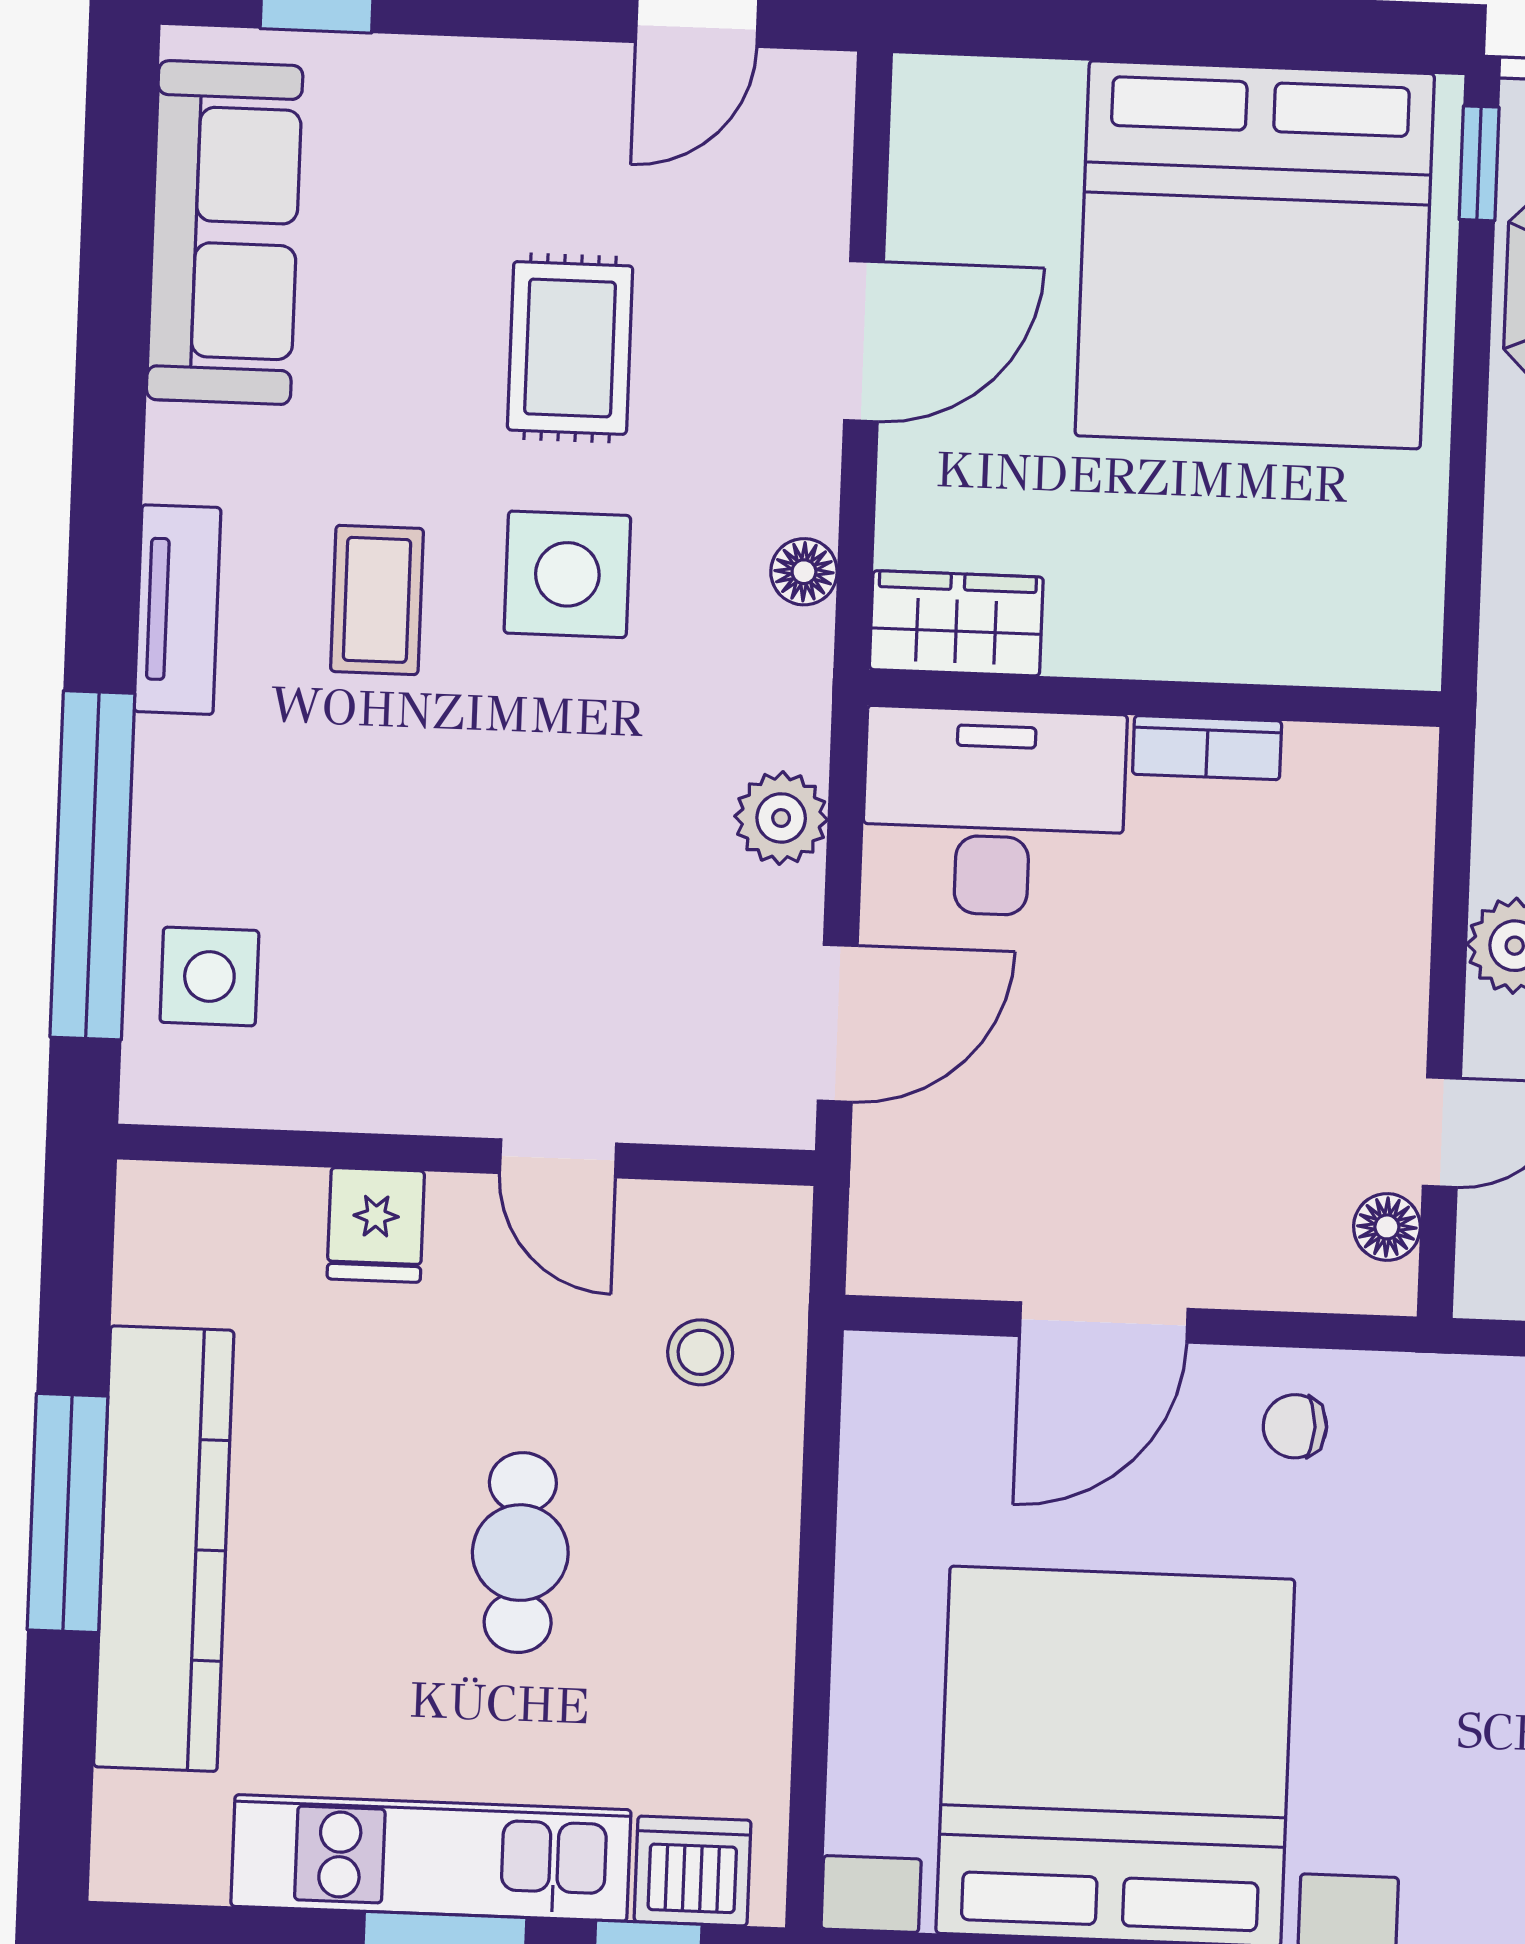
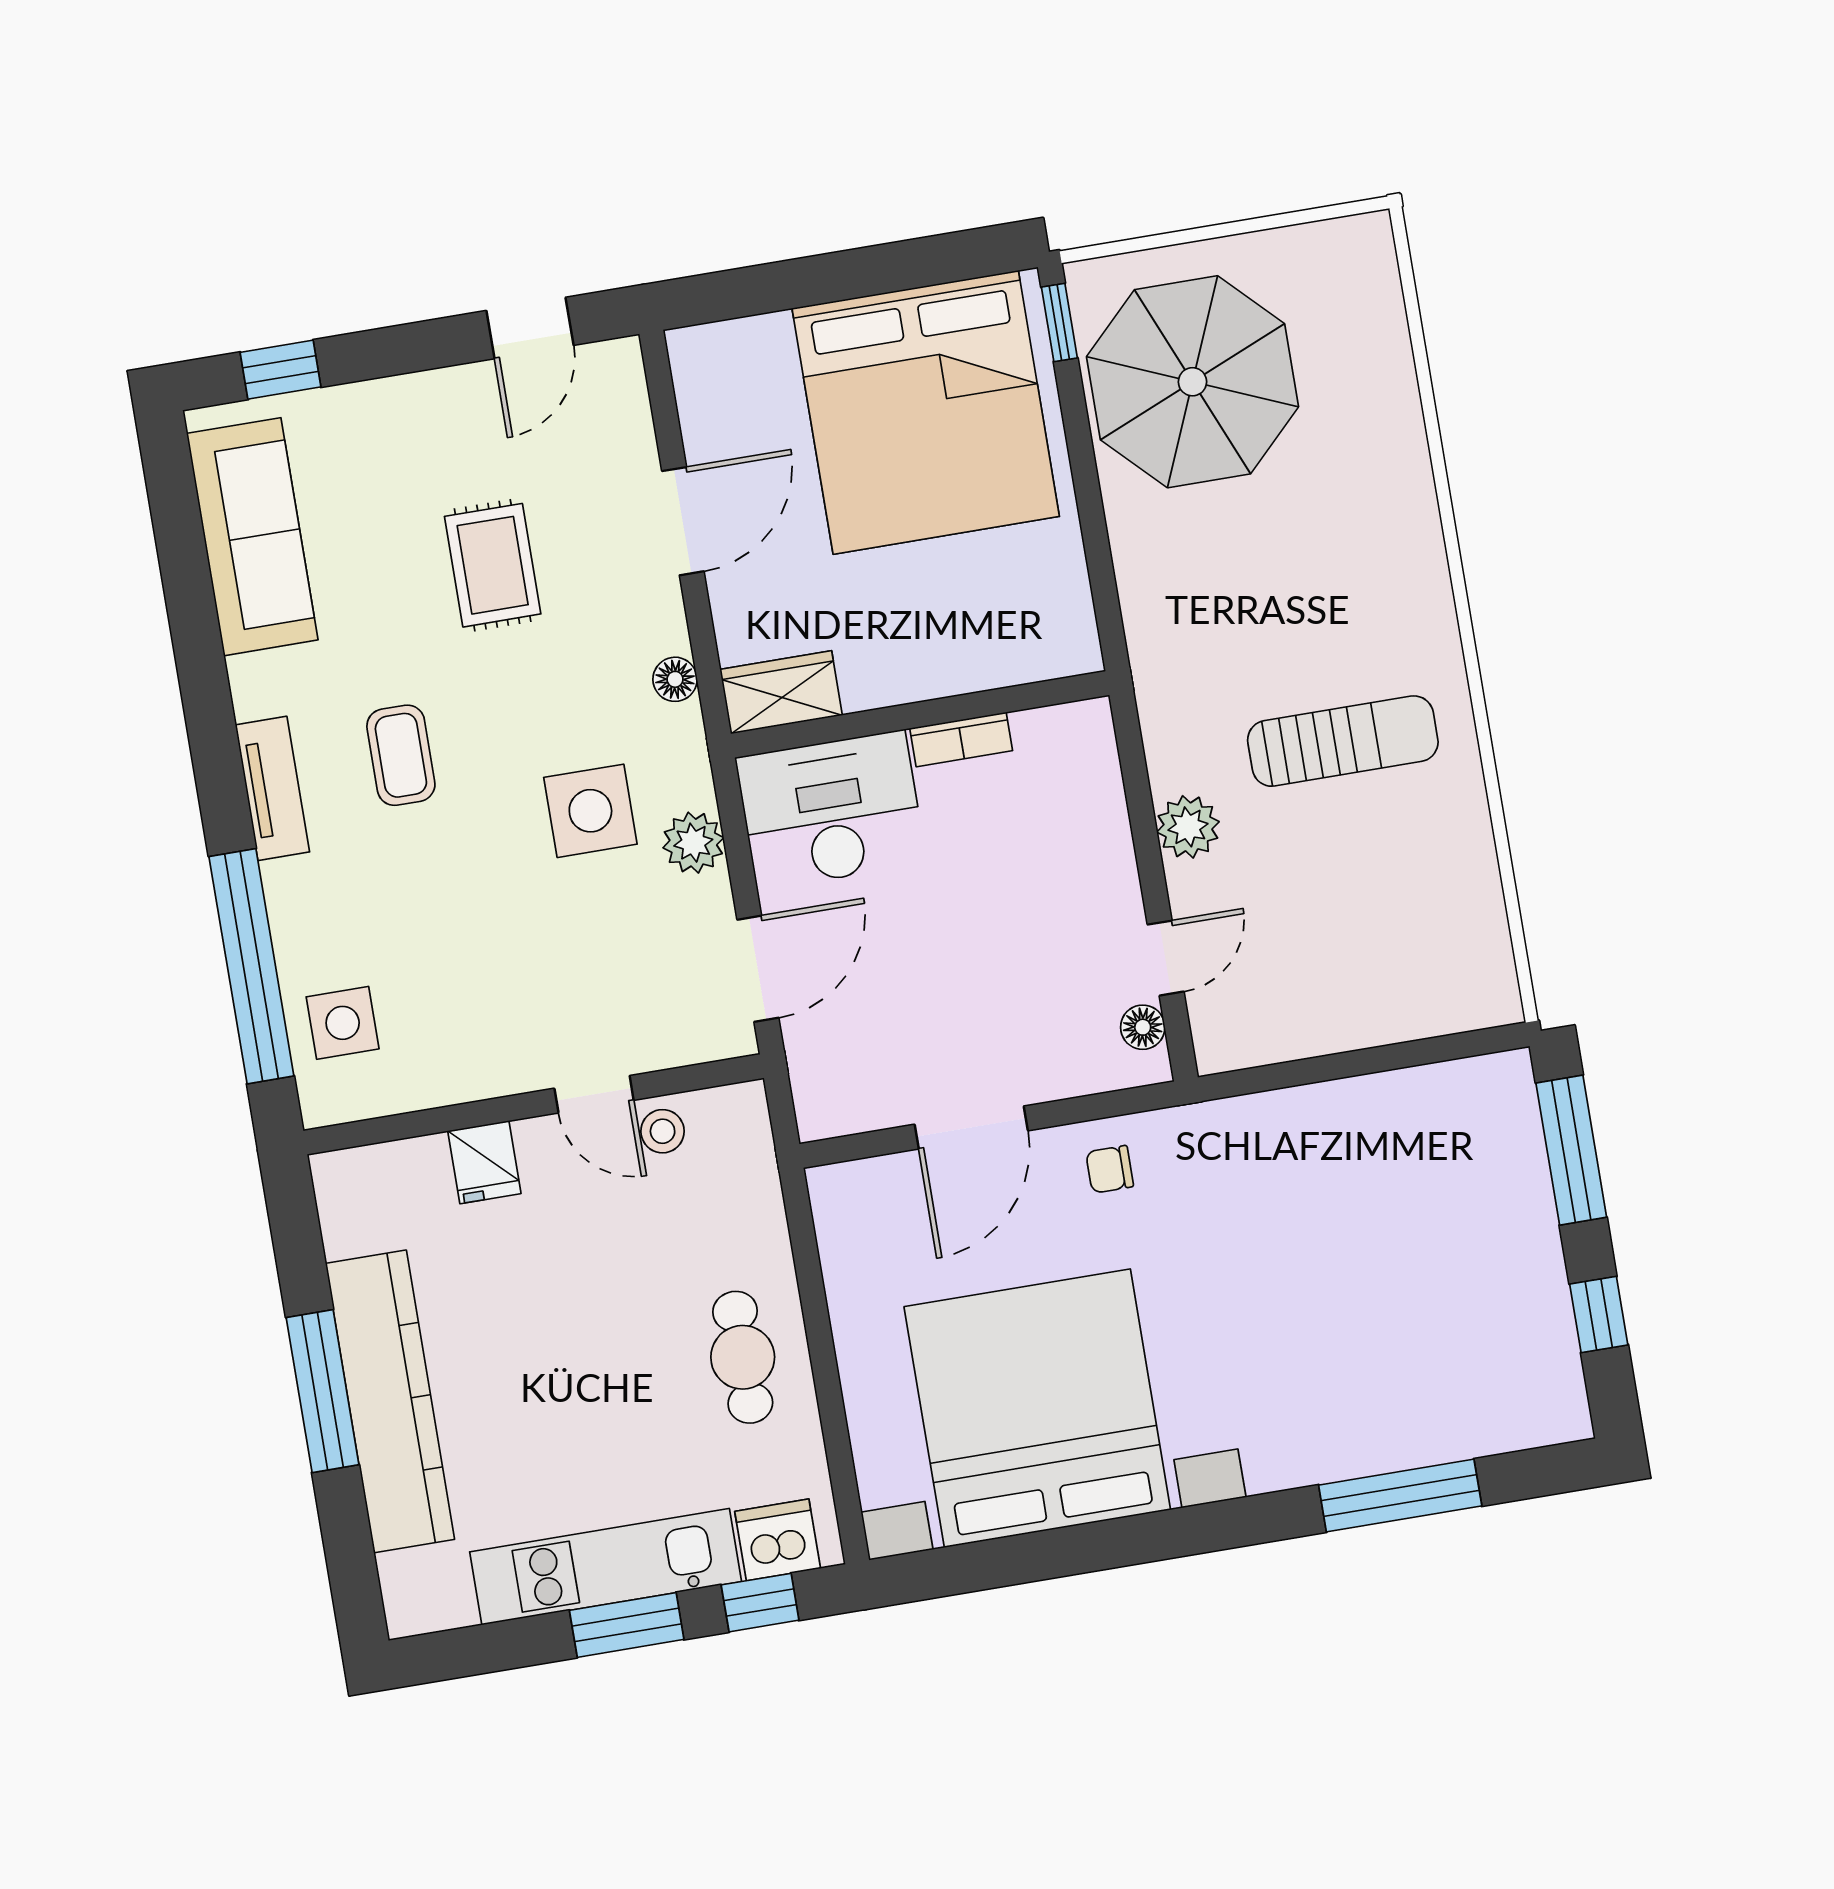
side table: (567, 574) -> (590, 811), moved
stool: (700, 1352) -> (663, 1131), moved
cafe table: (520, 1553) -> (743, 1357), moved

